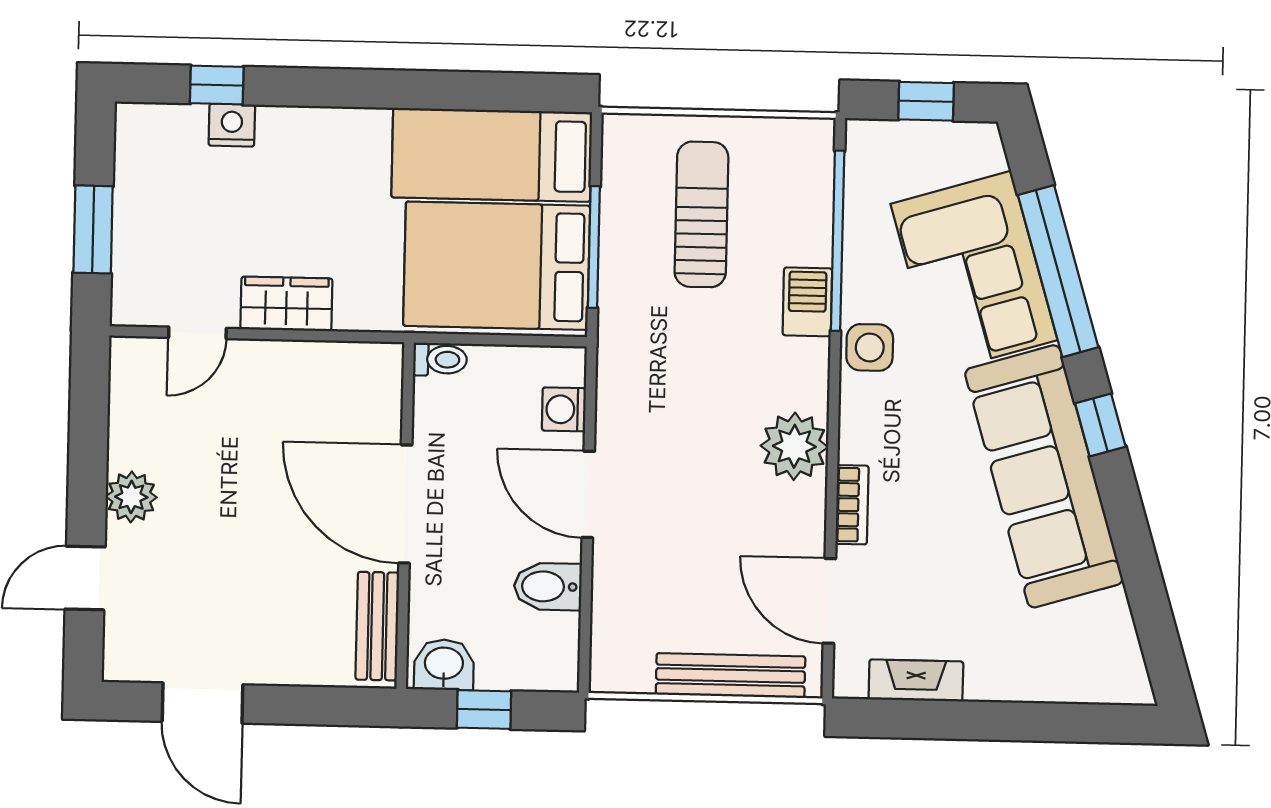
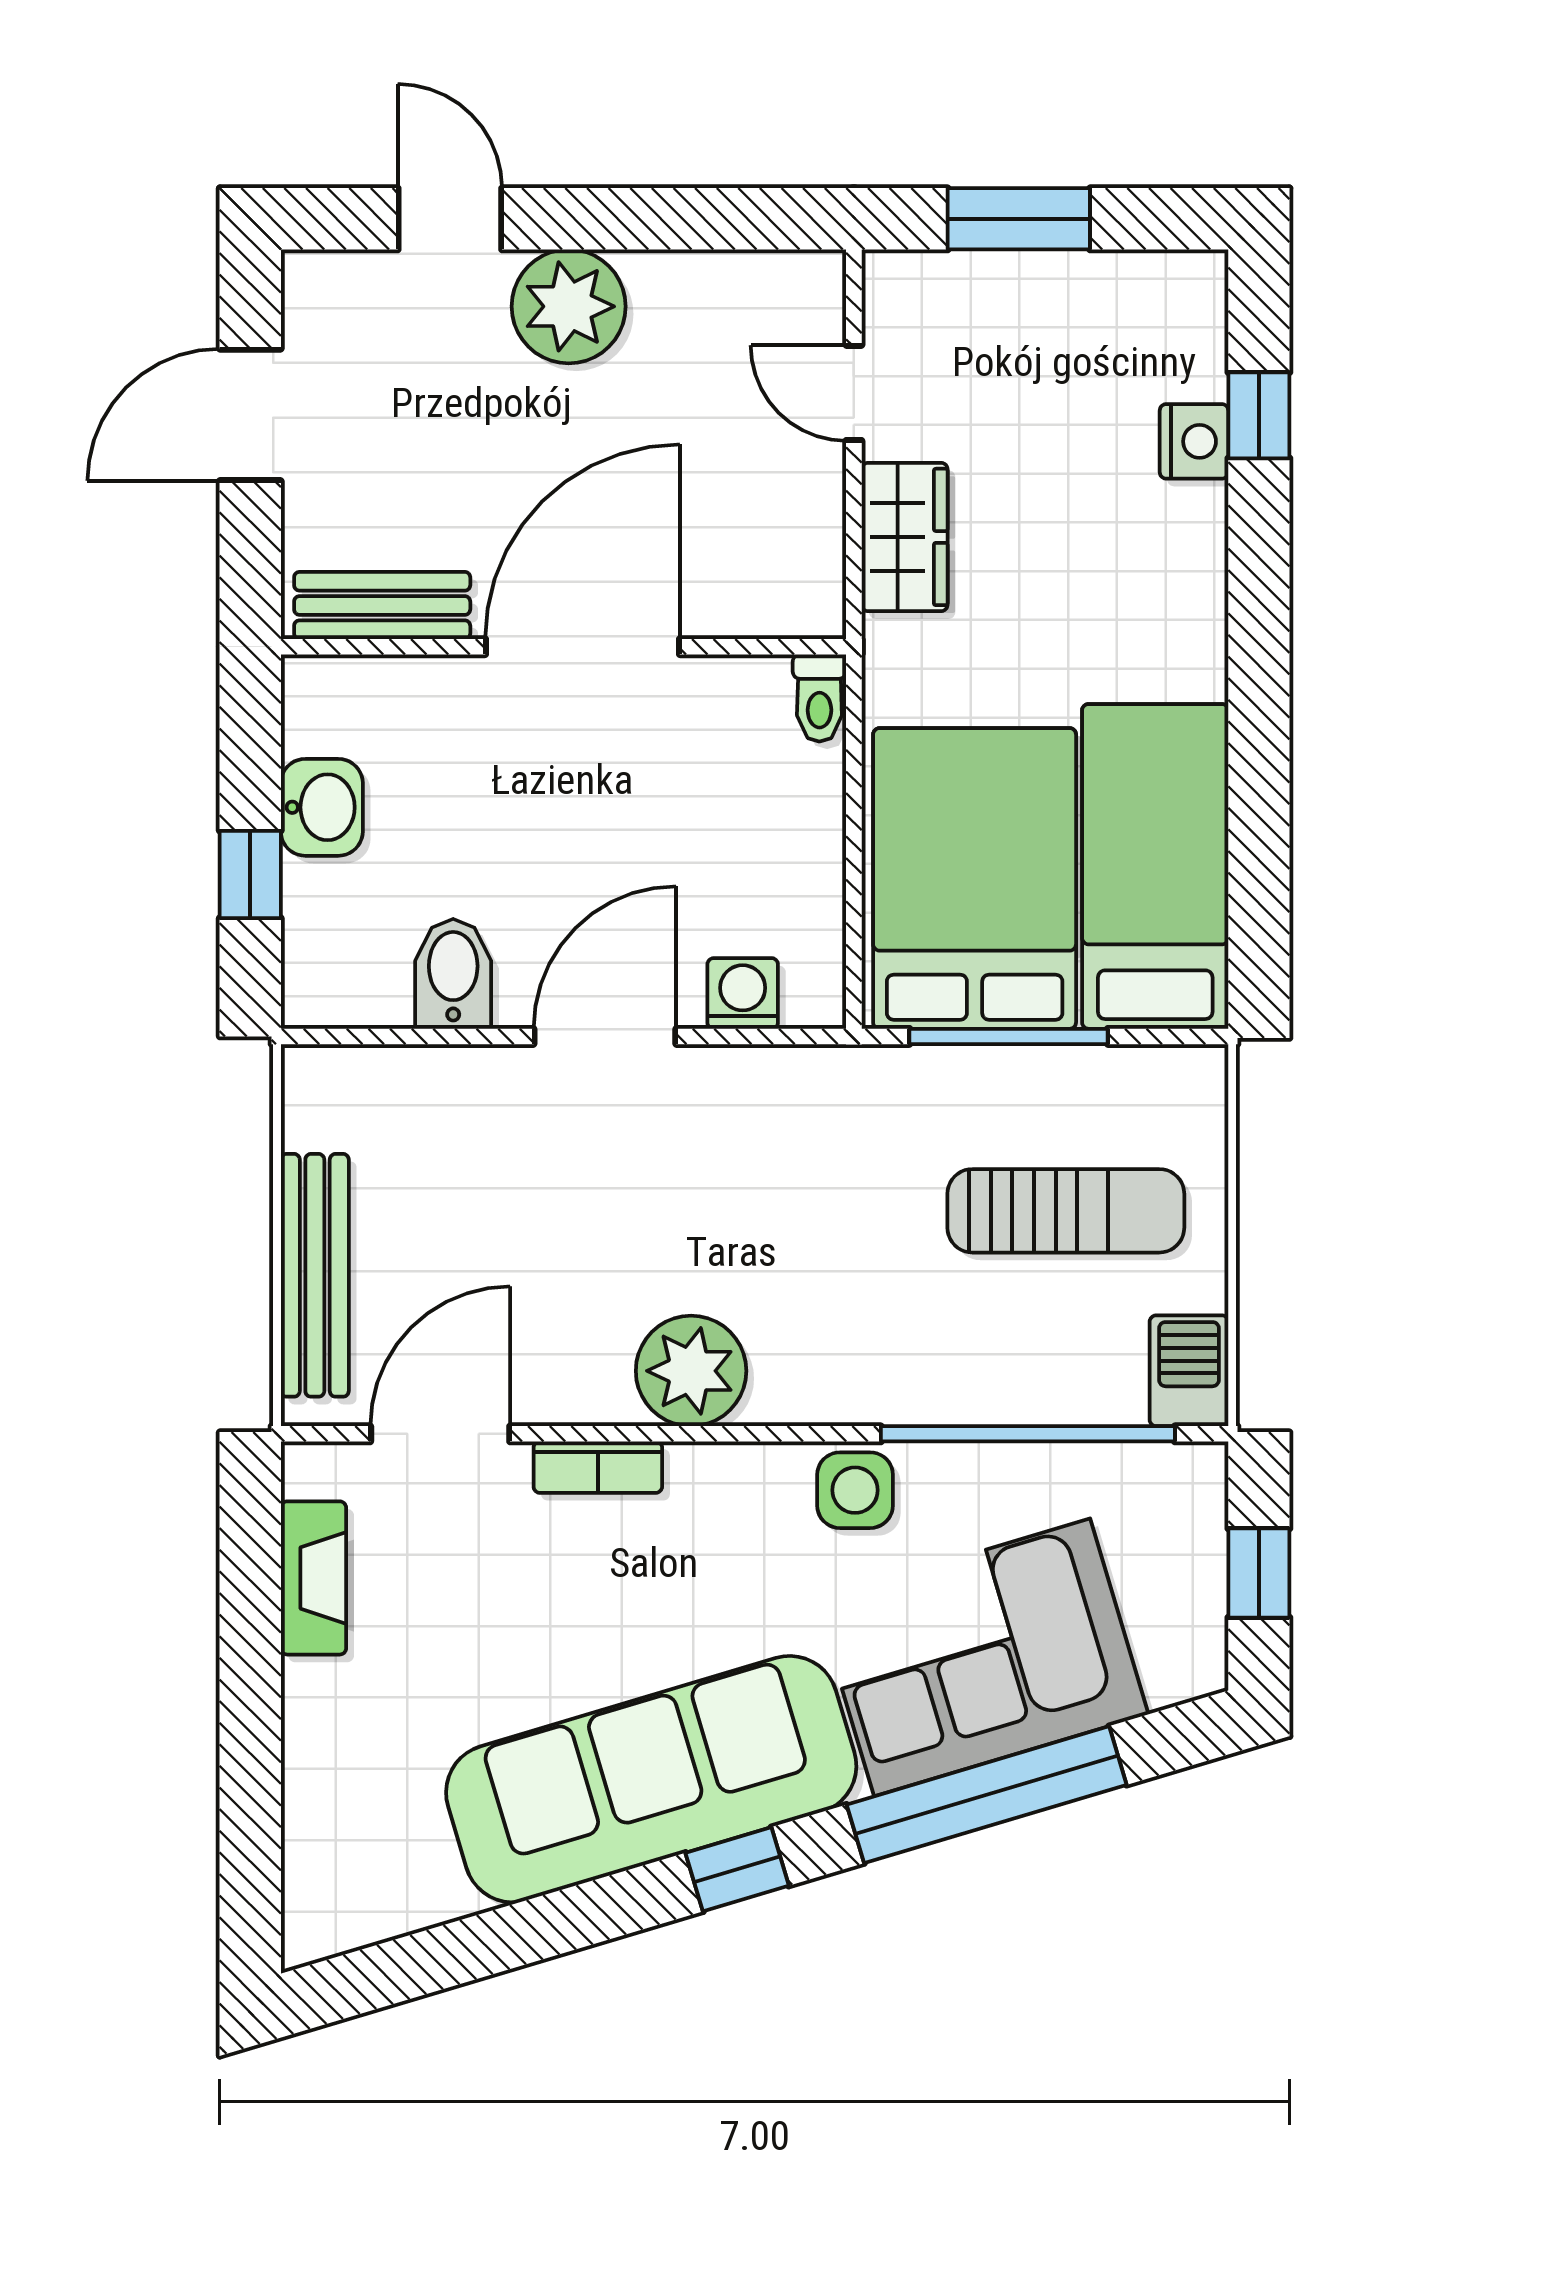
barbecue: (807, 302) -> (1189, 1371), moved, turned -90
toilet: (440, 359) -> (819, 698), moved
plant: (131, 497) -> (569, 306), width x1.36, depth x1.36
door: (405, 504) -> (582, 647), moved
wall: (405, 516) -> (564, 647), moved
bench: (377, 626) -> (382, 605), moved

